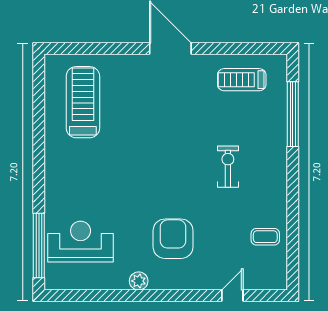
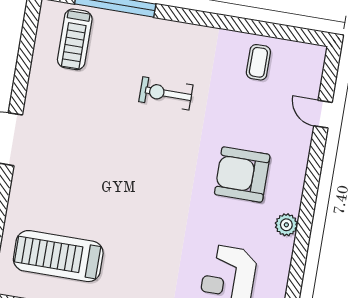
treadmill: (242, 80) -> (75, 39), moved

